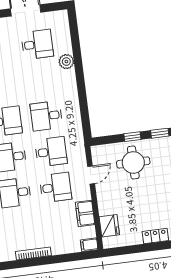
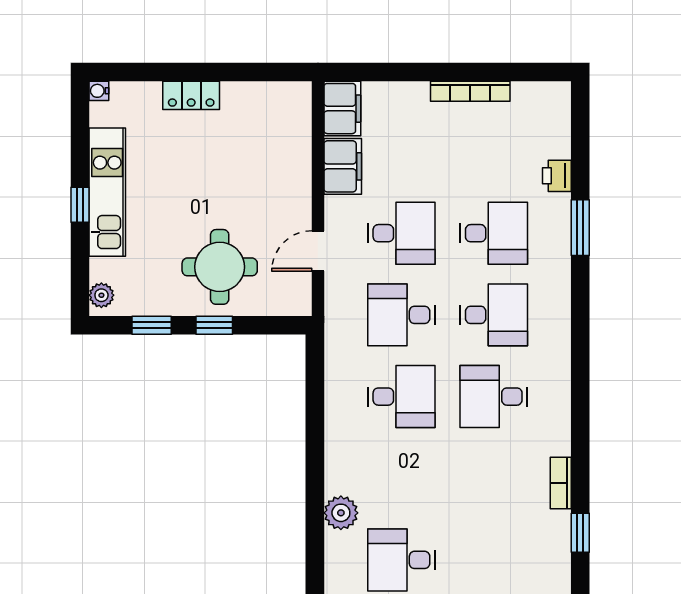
desk: (56, 187) -> (401, 233), turned 180
fridge: (109, 226) -> (292, 132), removed
filing cabinet: (89, 245) -> (342, 109), width x2.00

